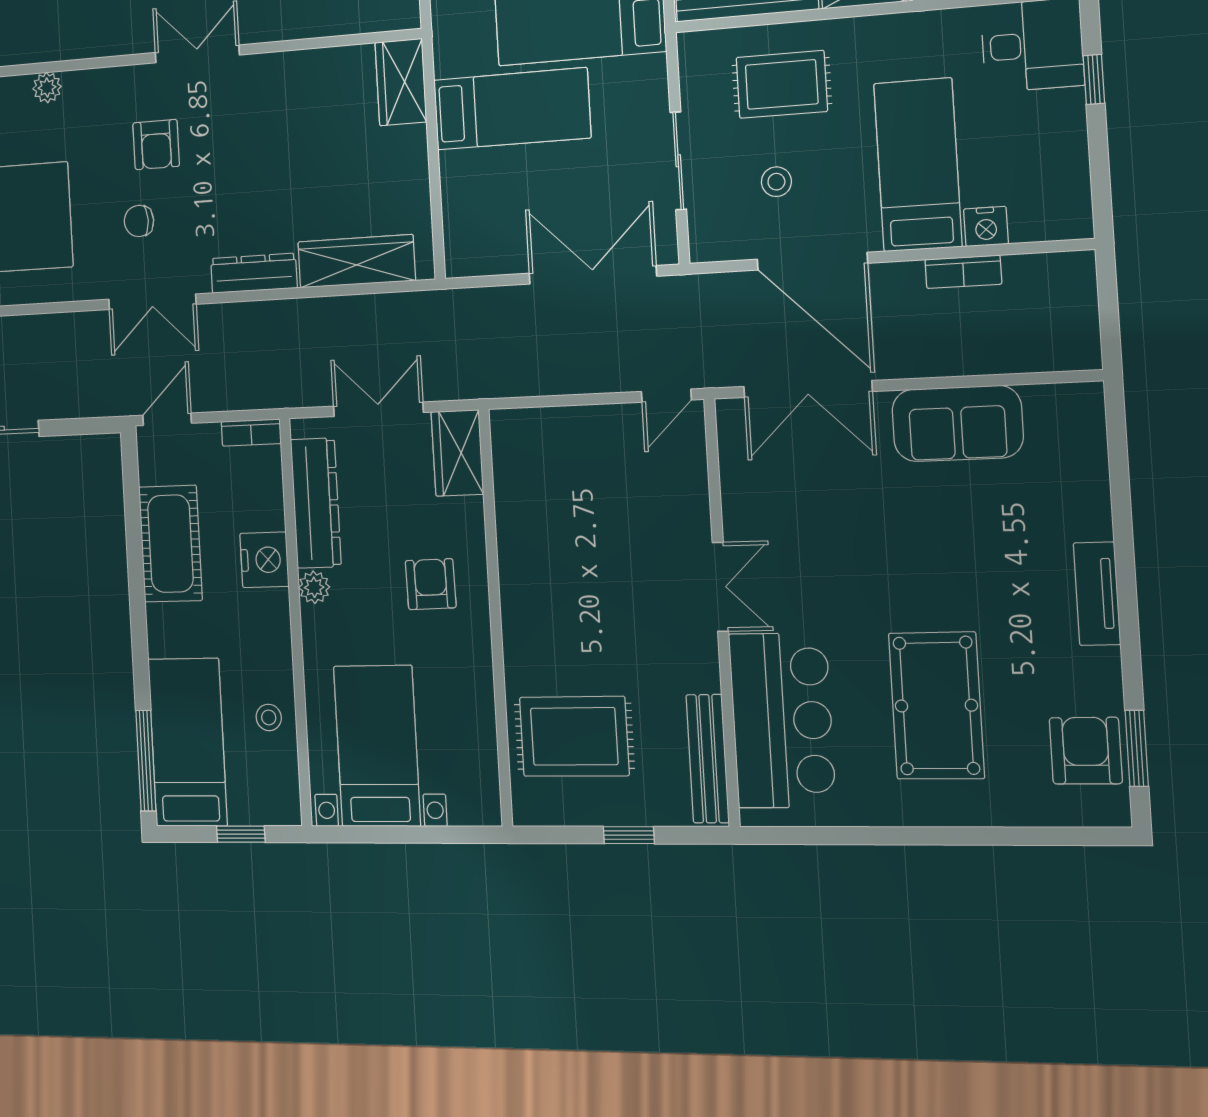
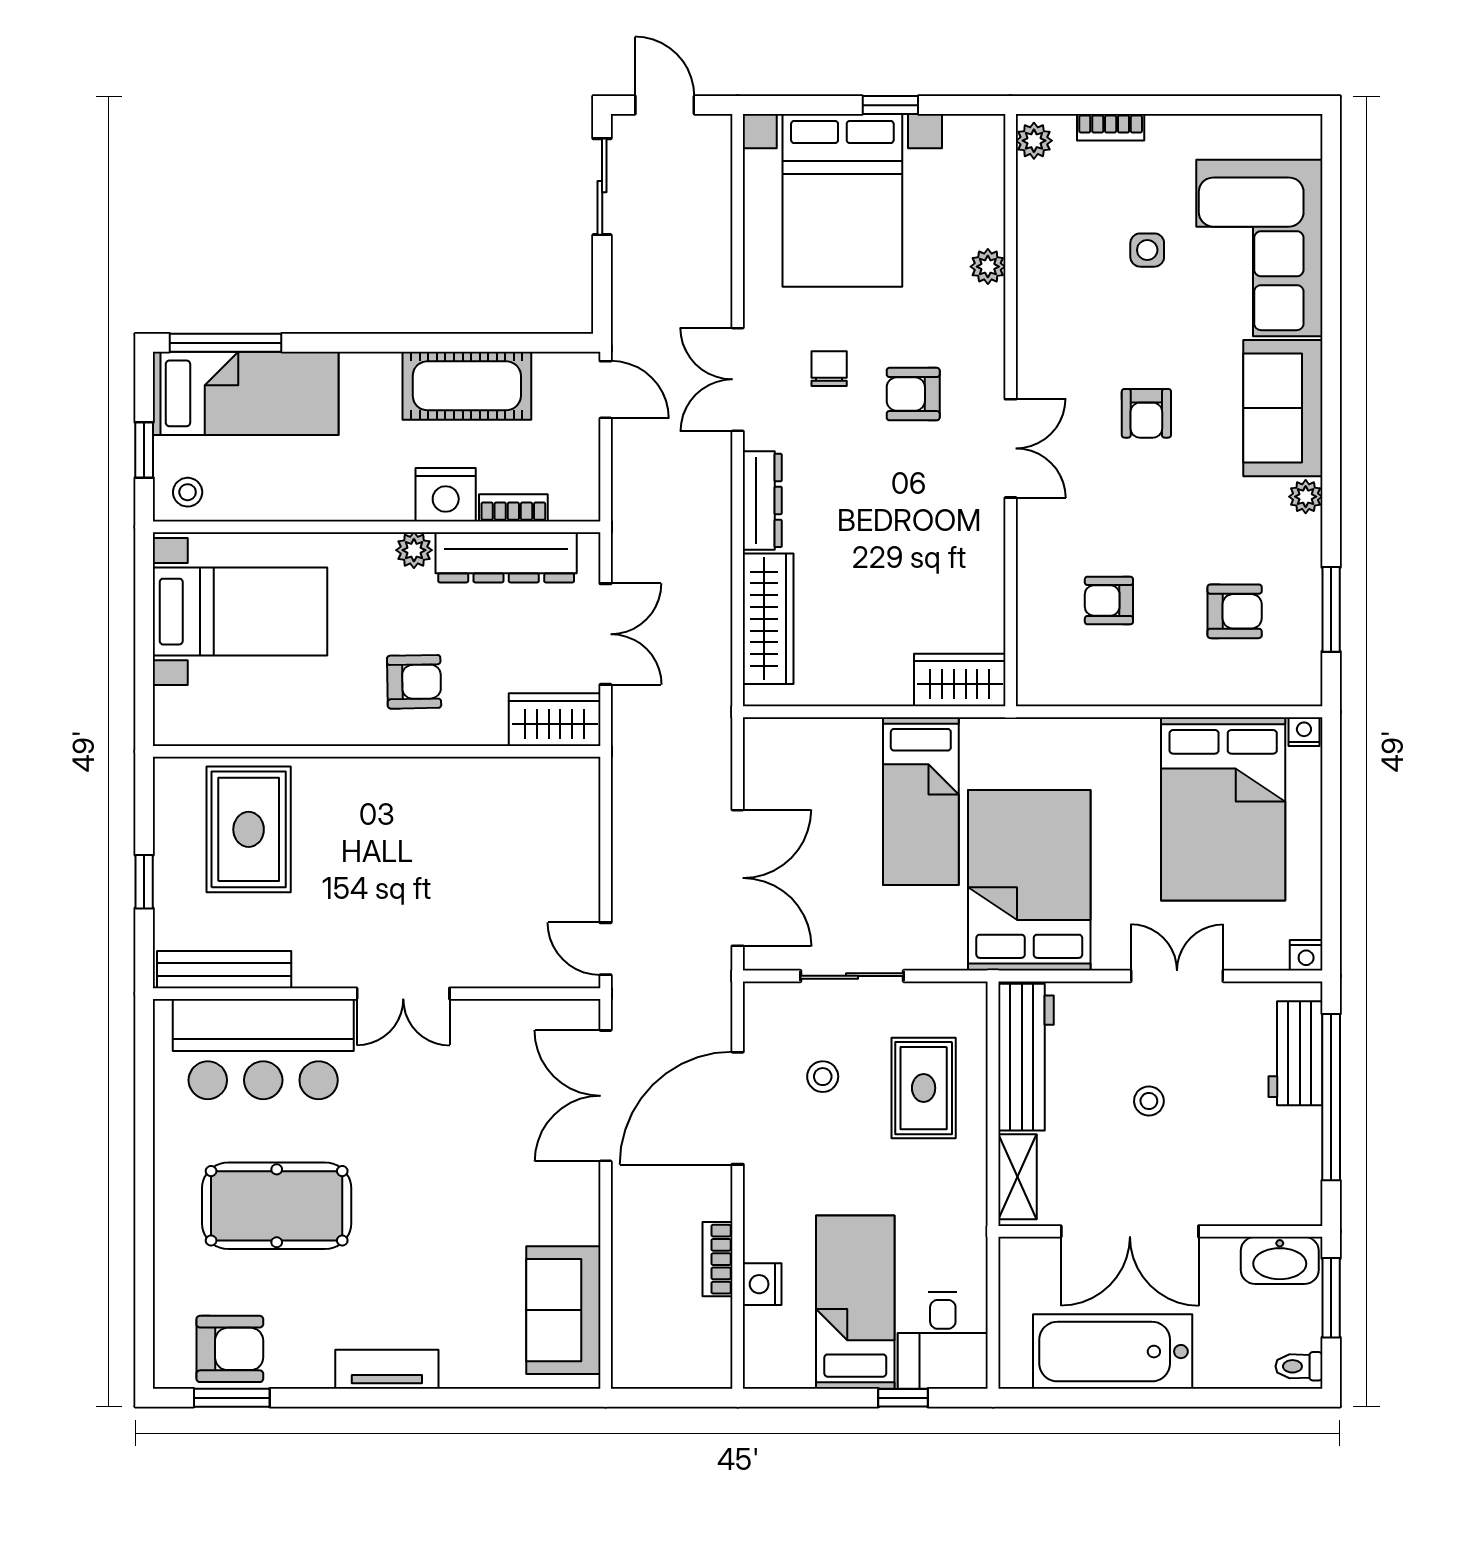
bed: (918, 165) -> (855, 1302), moved, turned -90
sofa: (957, 423) -> (563, 1310), moved
bookcase: (251, 432) -> (513, 508), moved, turned 90
stool: (269, 717) -> (188, 492), moved

